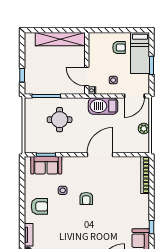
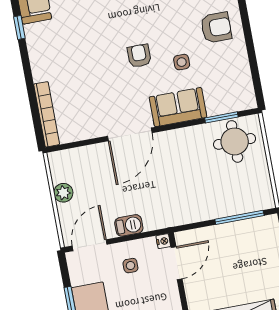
door: (87, 77) -> (177, 263), hinge flipped
barbecue: (103, 106) -> (129, 225), width x0.53, depth x0.65
round table: (60, 120) -> (235, 141), moved
sofa: (46, 165) -> (178, 107), moved
armchair: (39, 206) -> (216, 27), turned 180

